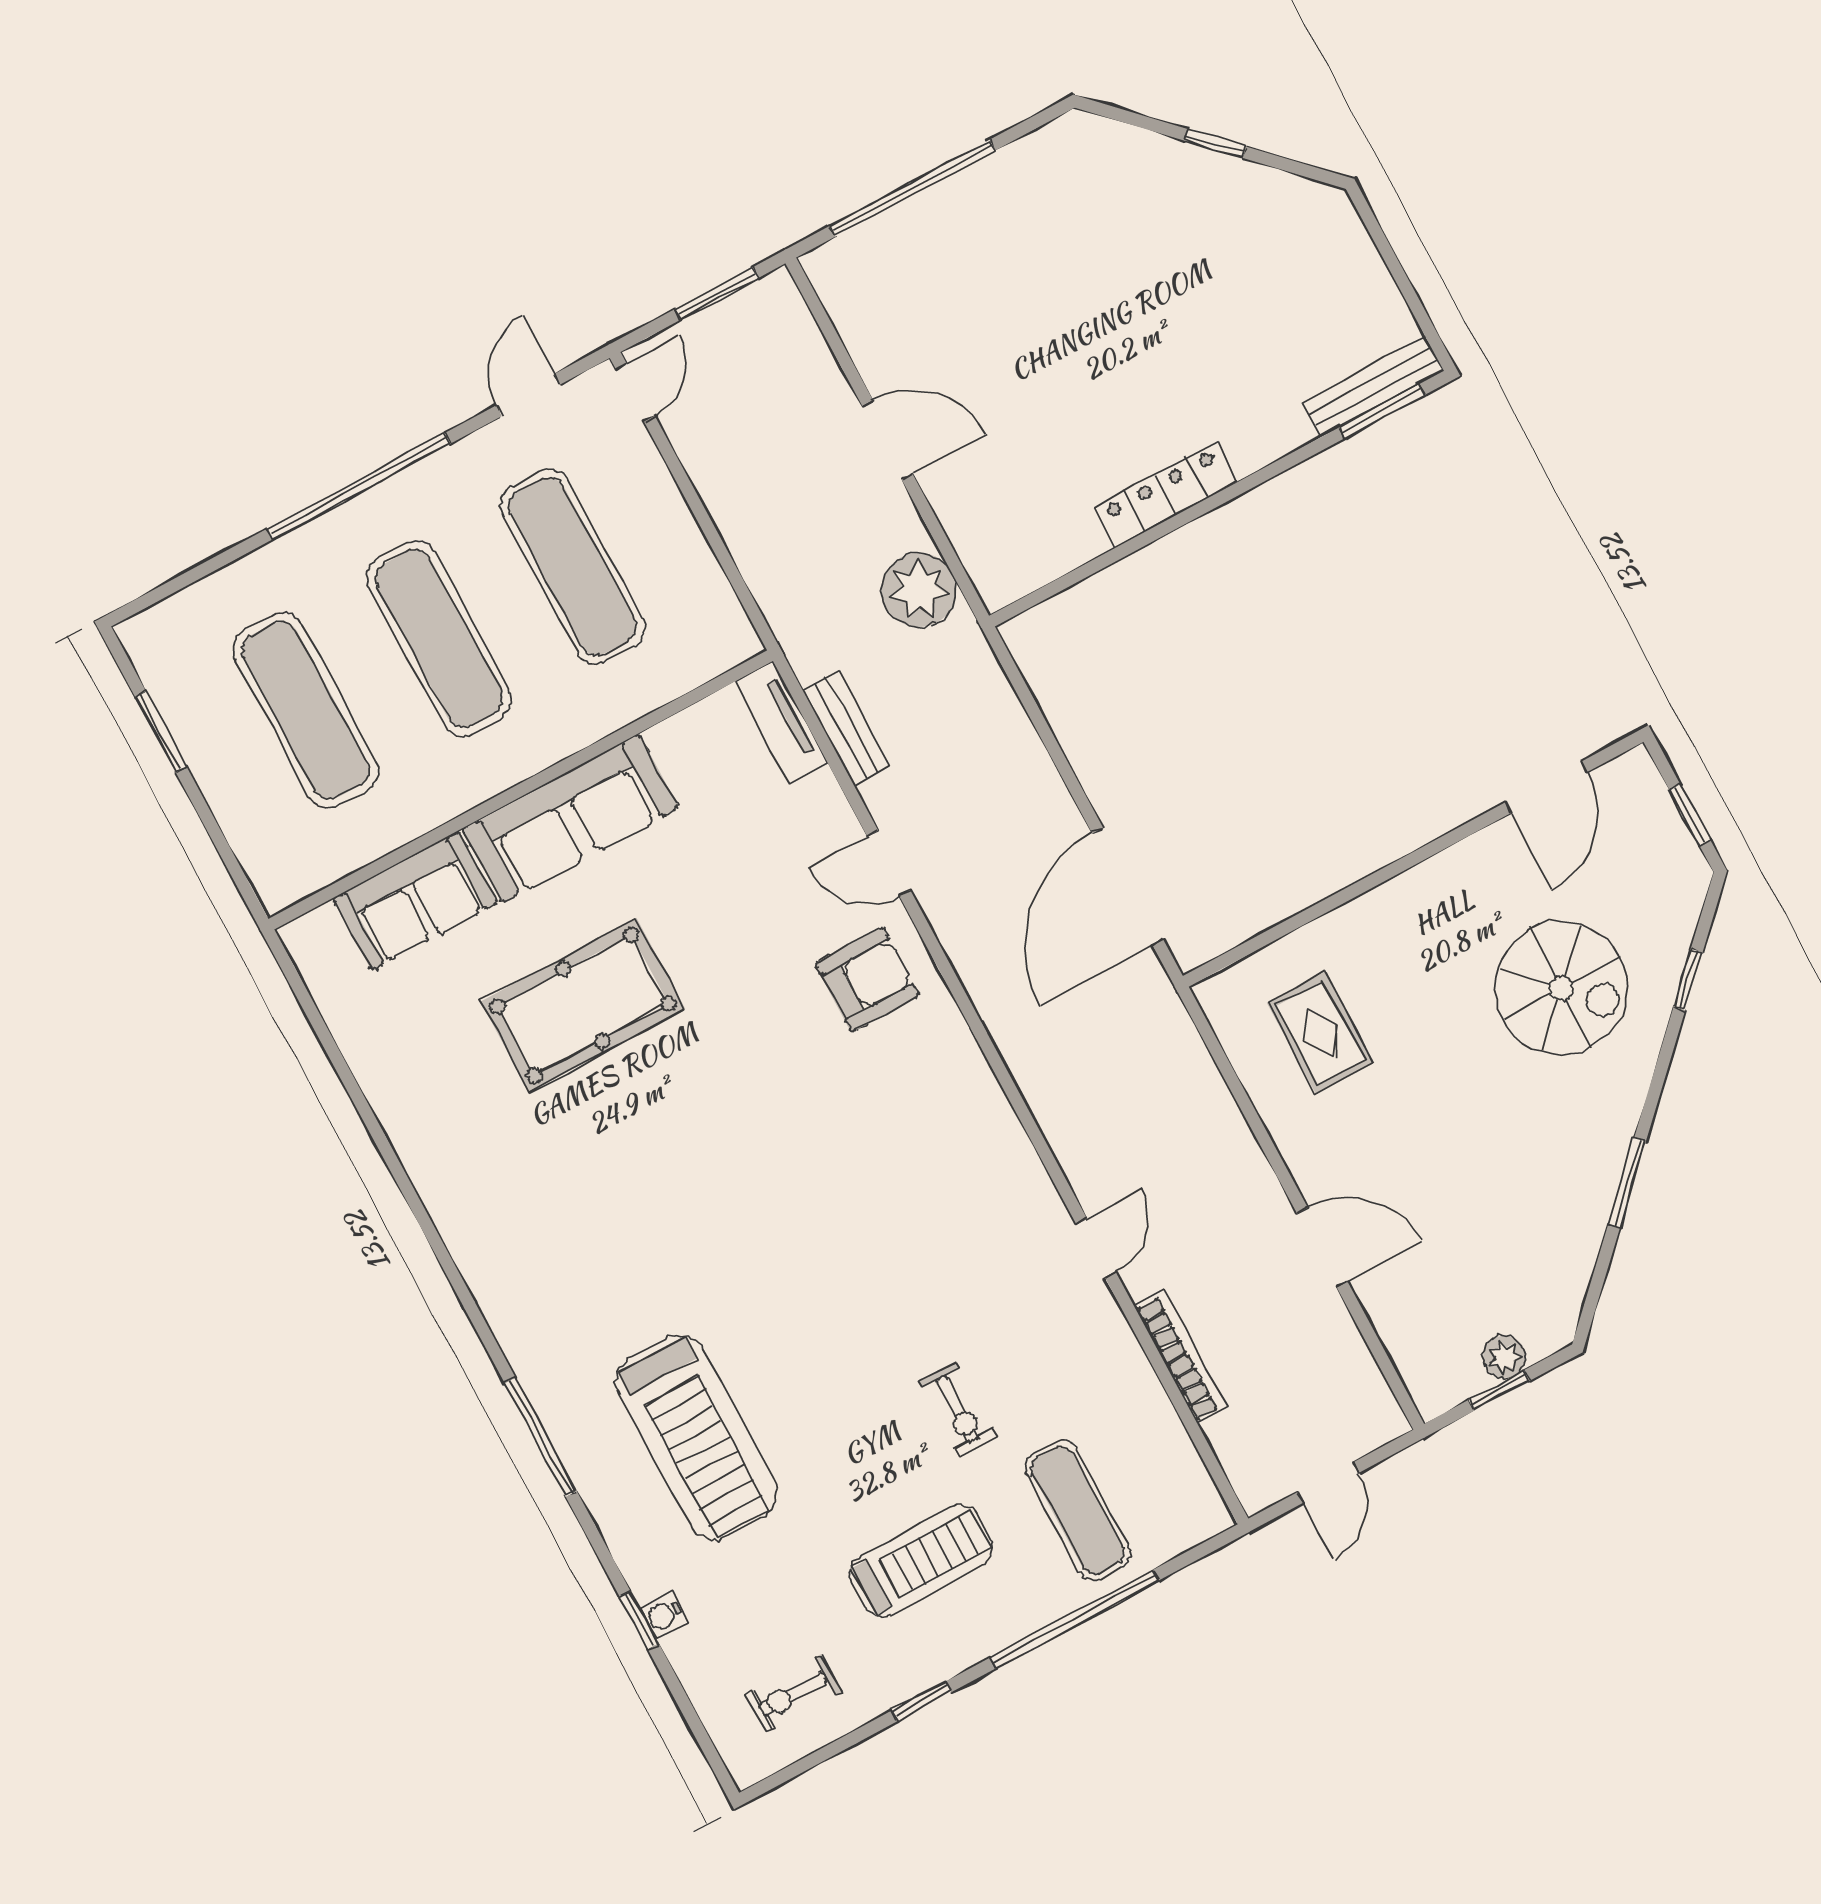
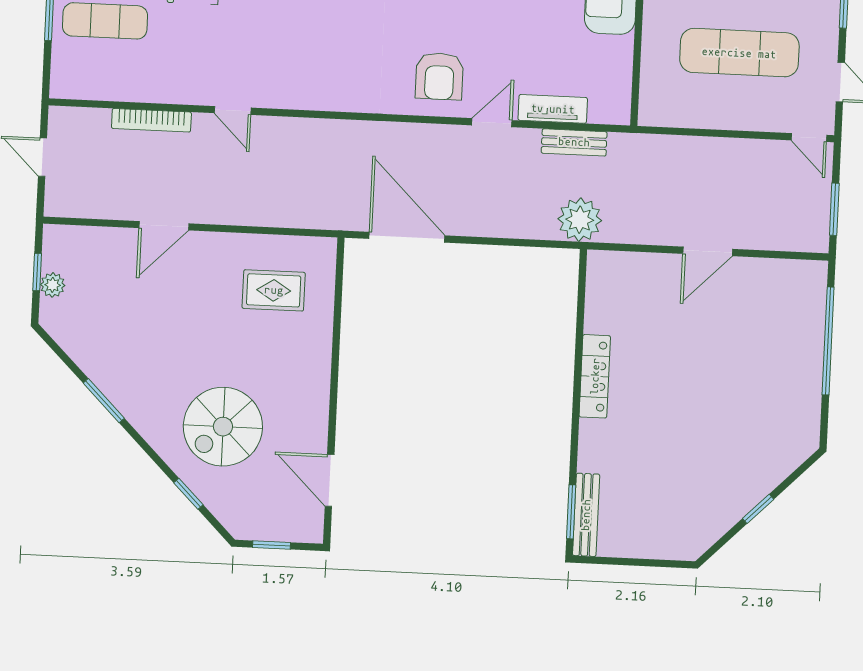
plant: (919, 590) -> (580, 220), moved
tv unit: (781, 722) -> (553, 109), moved

